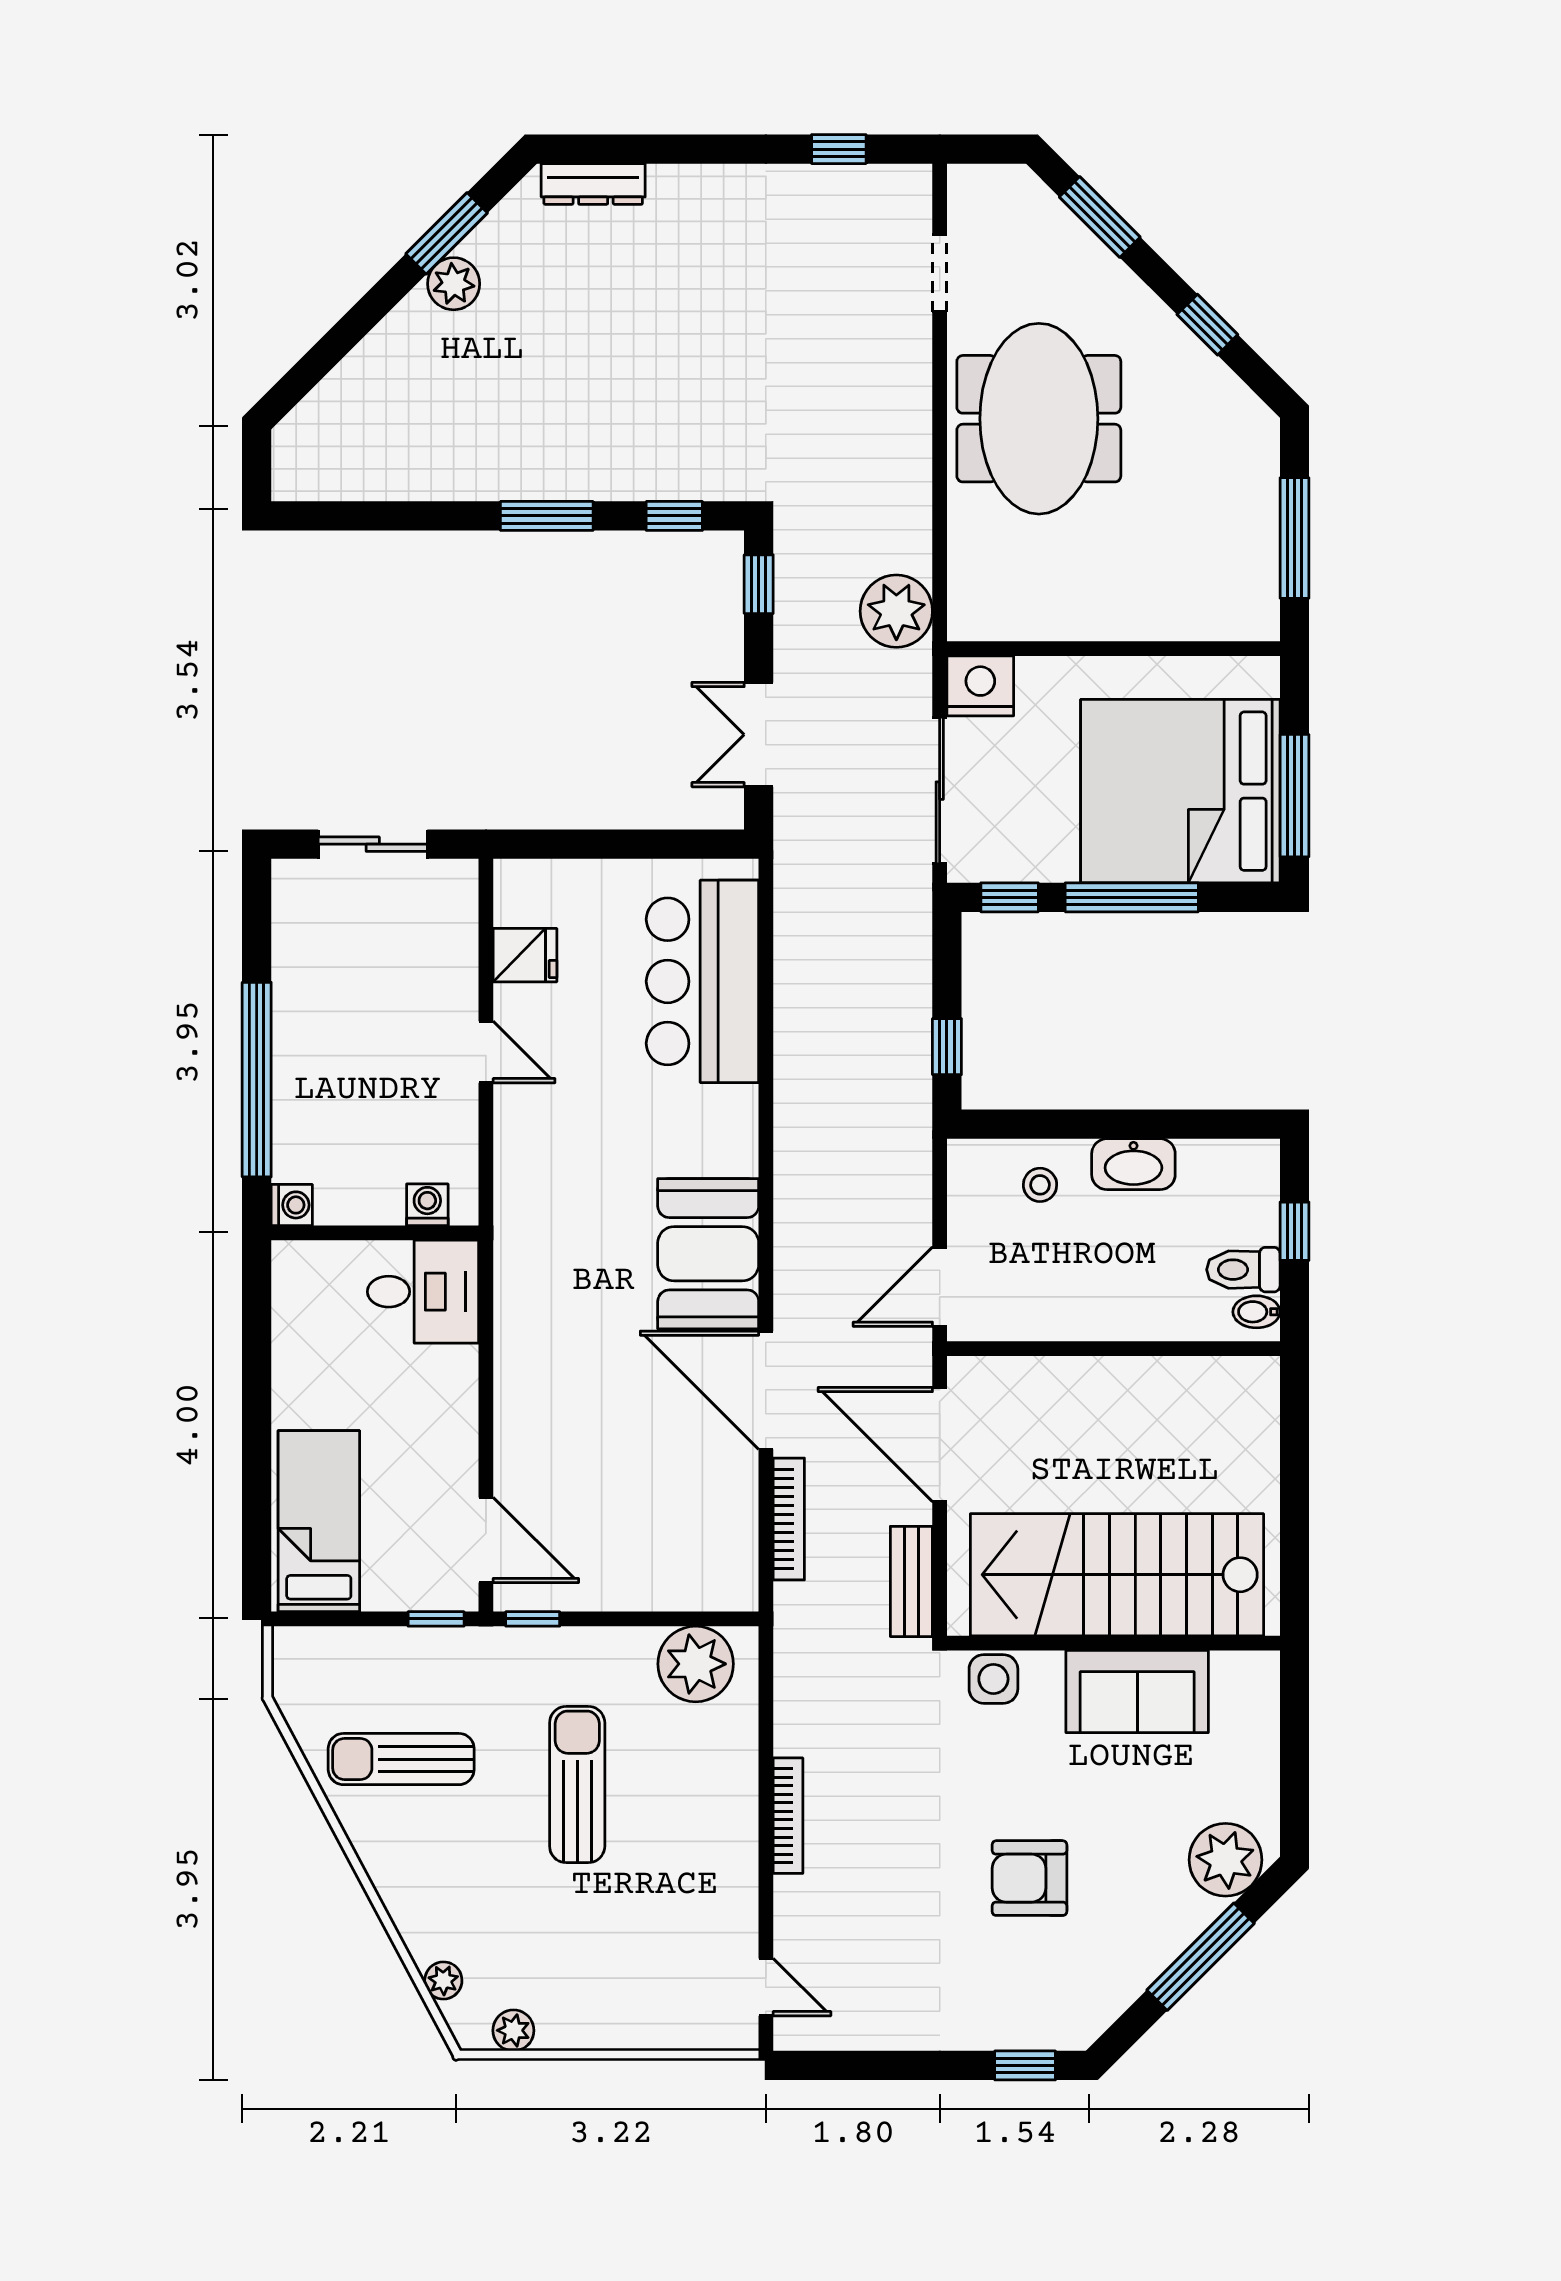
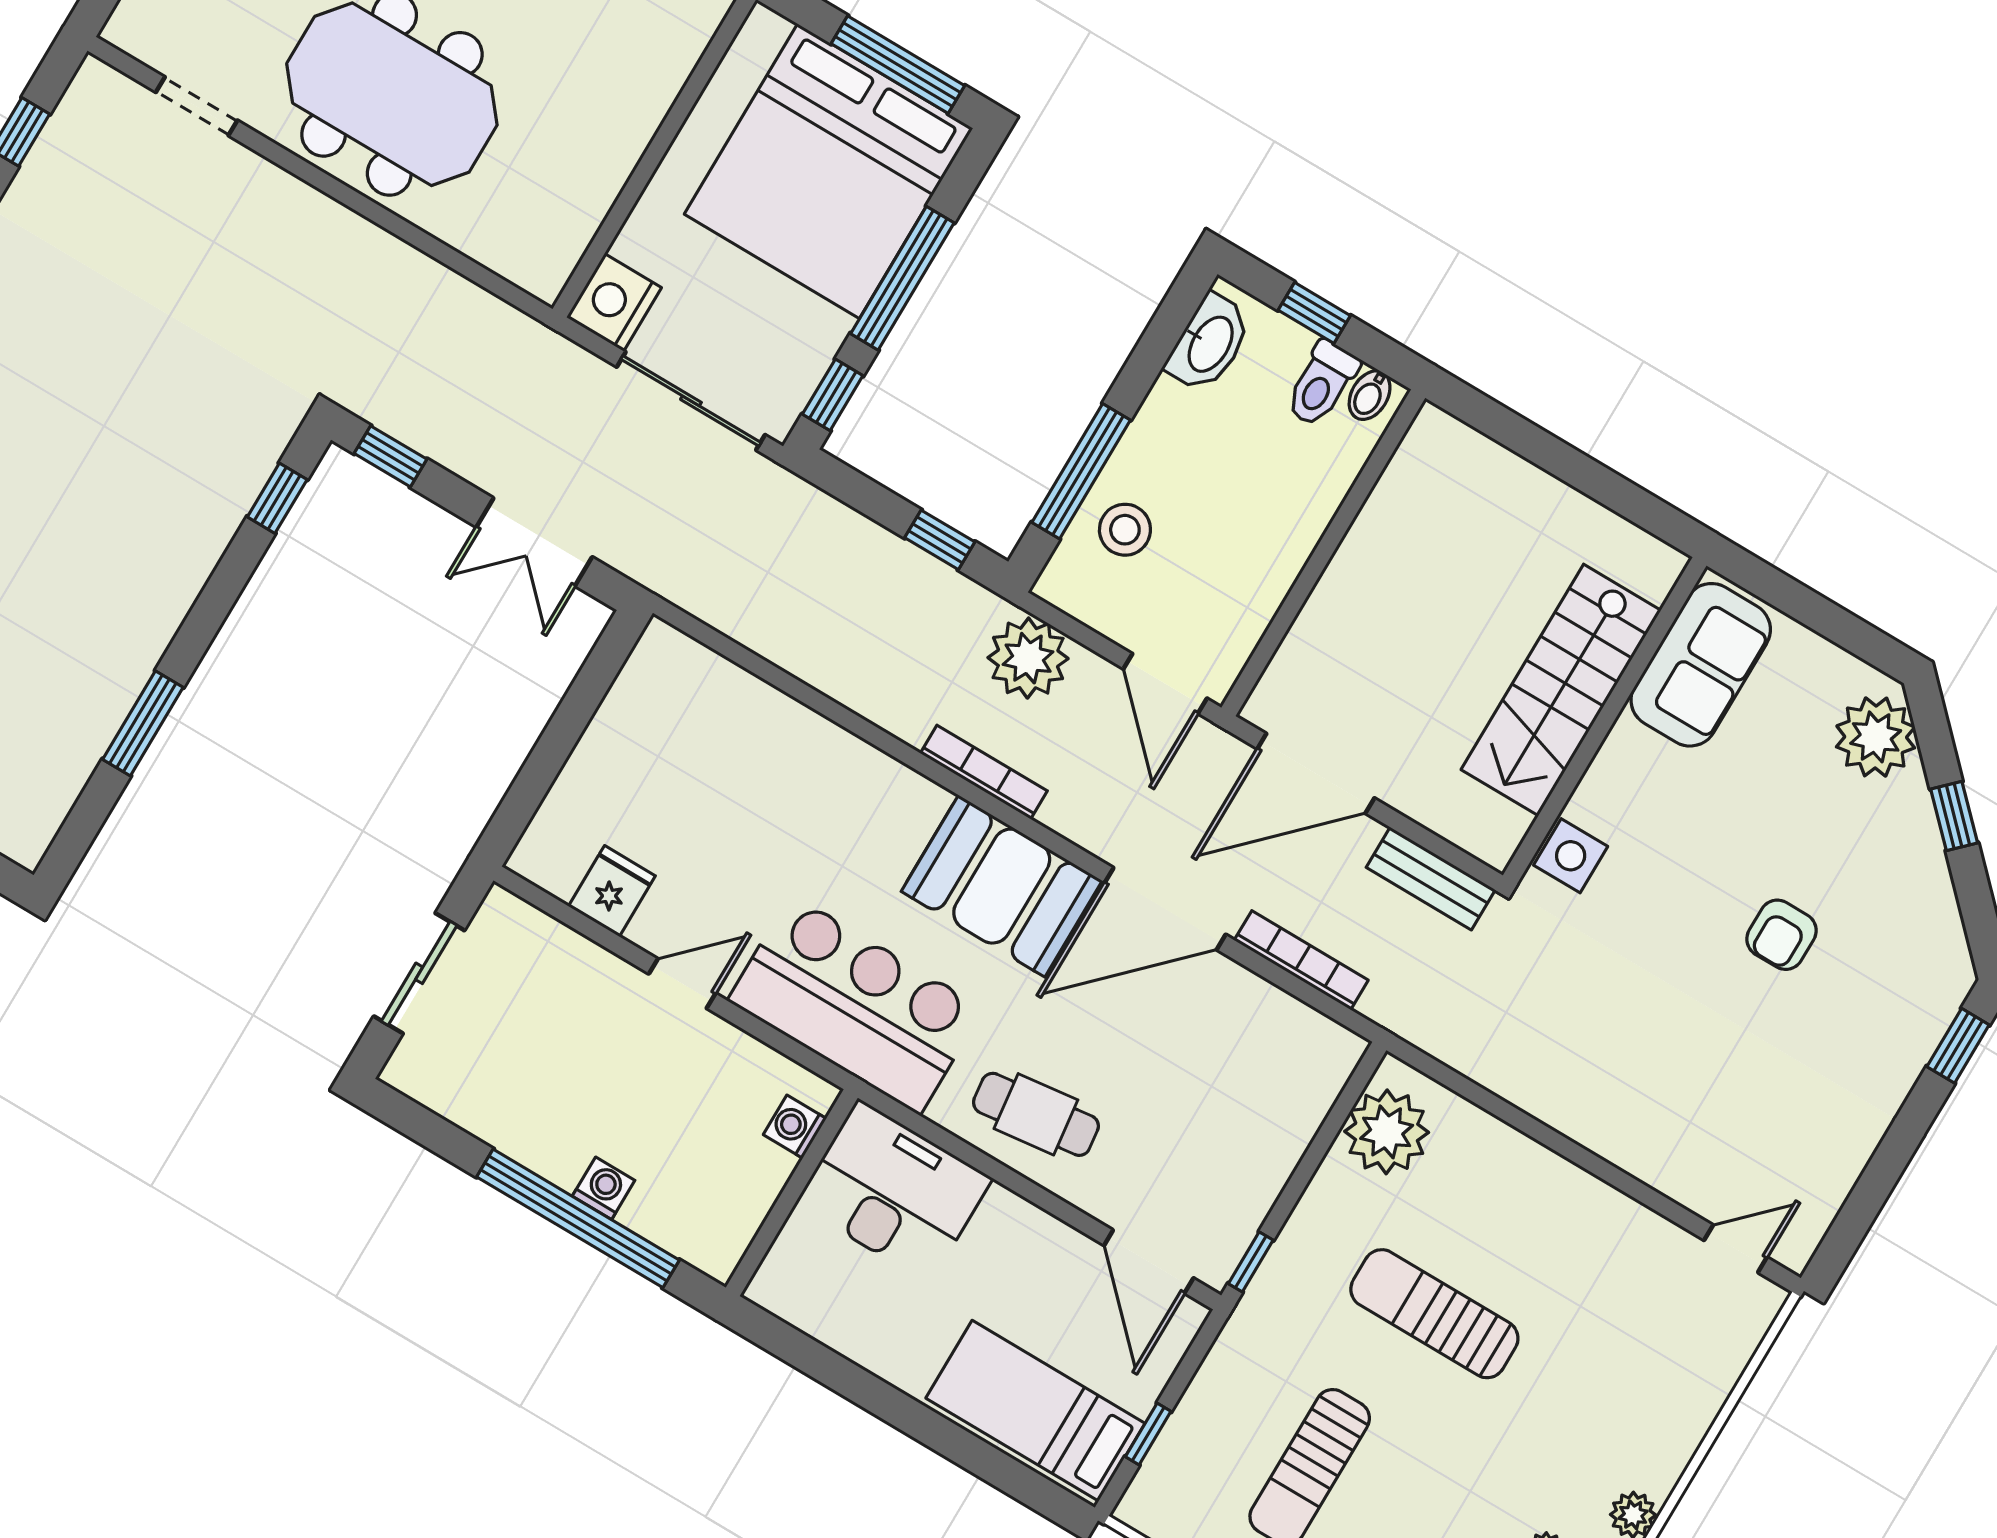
window: (547, 516) -> (143, 723), moved
plant: (896, 611) -> (1028, 658), moved
bar counter: (702, 981) -> (855, 1005), moved, turned 180
window: (1065, 1124) -> (1081, 471), added
washbasin: (1133, 1164) -> (1209, 343), moved
stool: (1040, 1185) -> (1125, 530), width x1.37, depth x1.37
washing machine: (292, 1205) -> (604, 1188), moved
desk: (423, 1292) -> (894, 1191), width x1.37
cafe table: (548, 1385) -> (1036, 1114), added
door: (486, 1540) -> (1149, 1262), swing flipped
stairs: (1117, 1575) -> (1561, 690), width x0.73, depth x0.66
window: (436, 1619) -> (1148, 1434), moved
sofa: (1137, 1691) -> (1701, 665), moved
bookcase: (788, 1816) -> (984, 772), moved
armchair: (1029, 1878) -> (1782, 935), width x0.72, depth x0.72
window: (1201, 1957) -> (1954, 816), width x0.46

